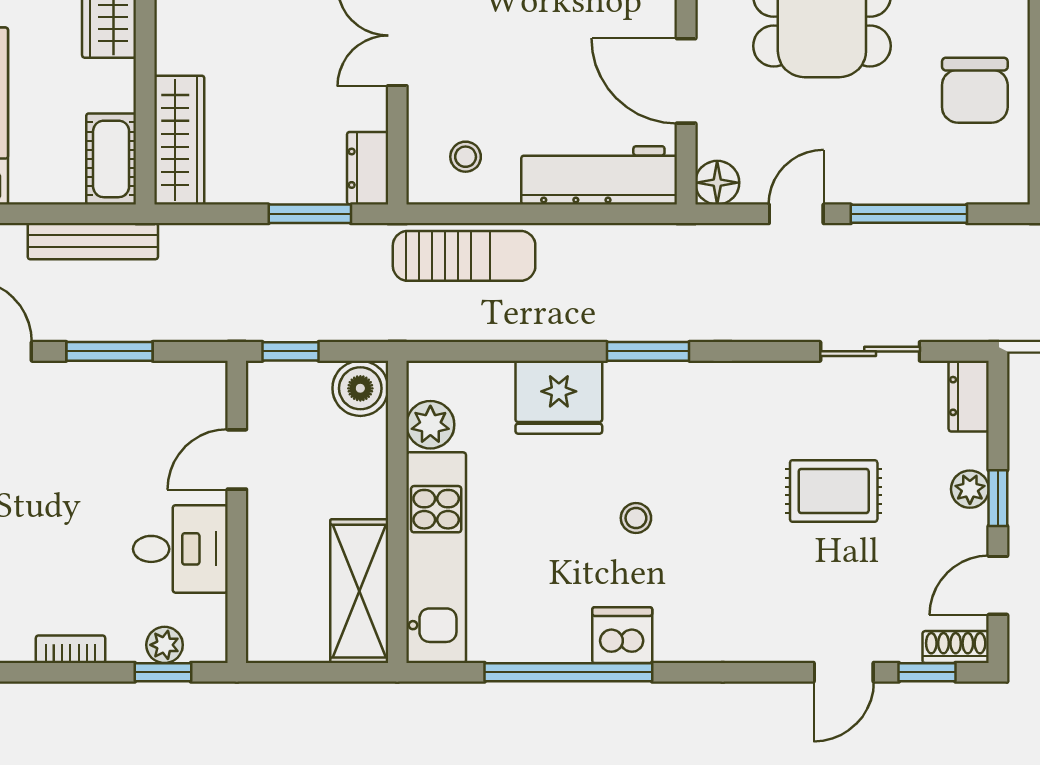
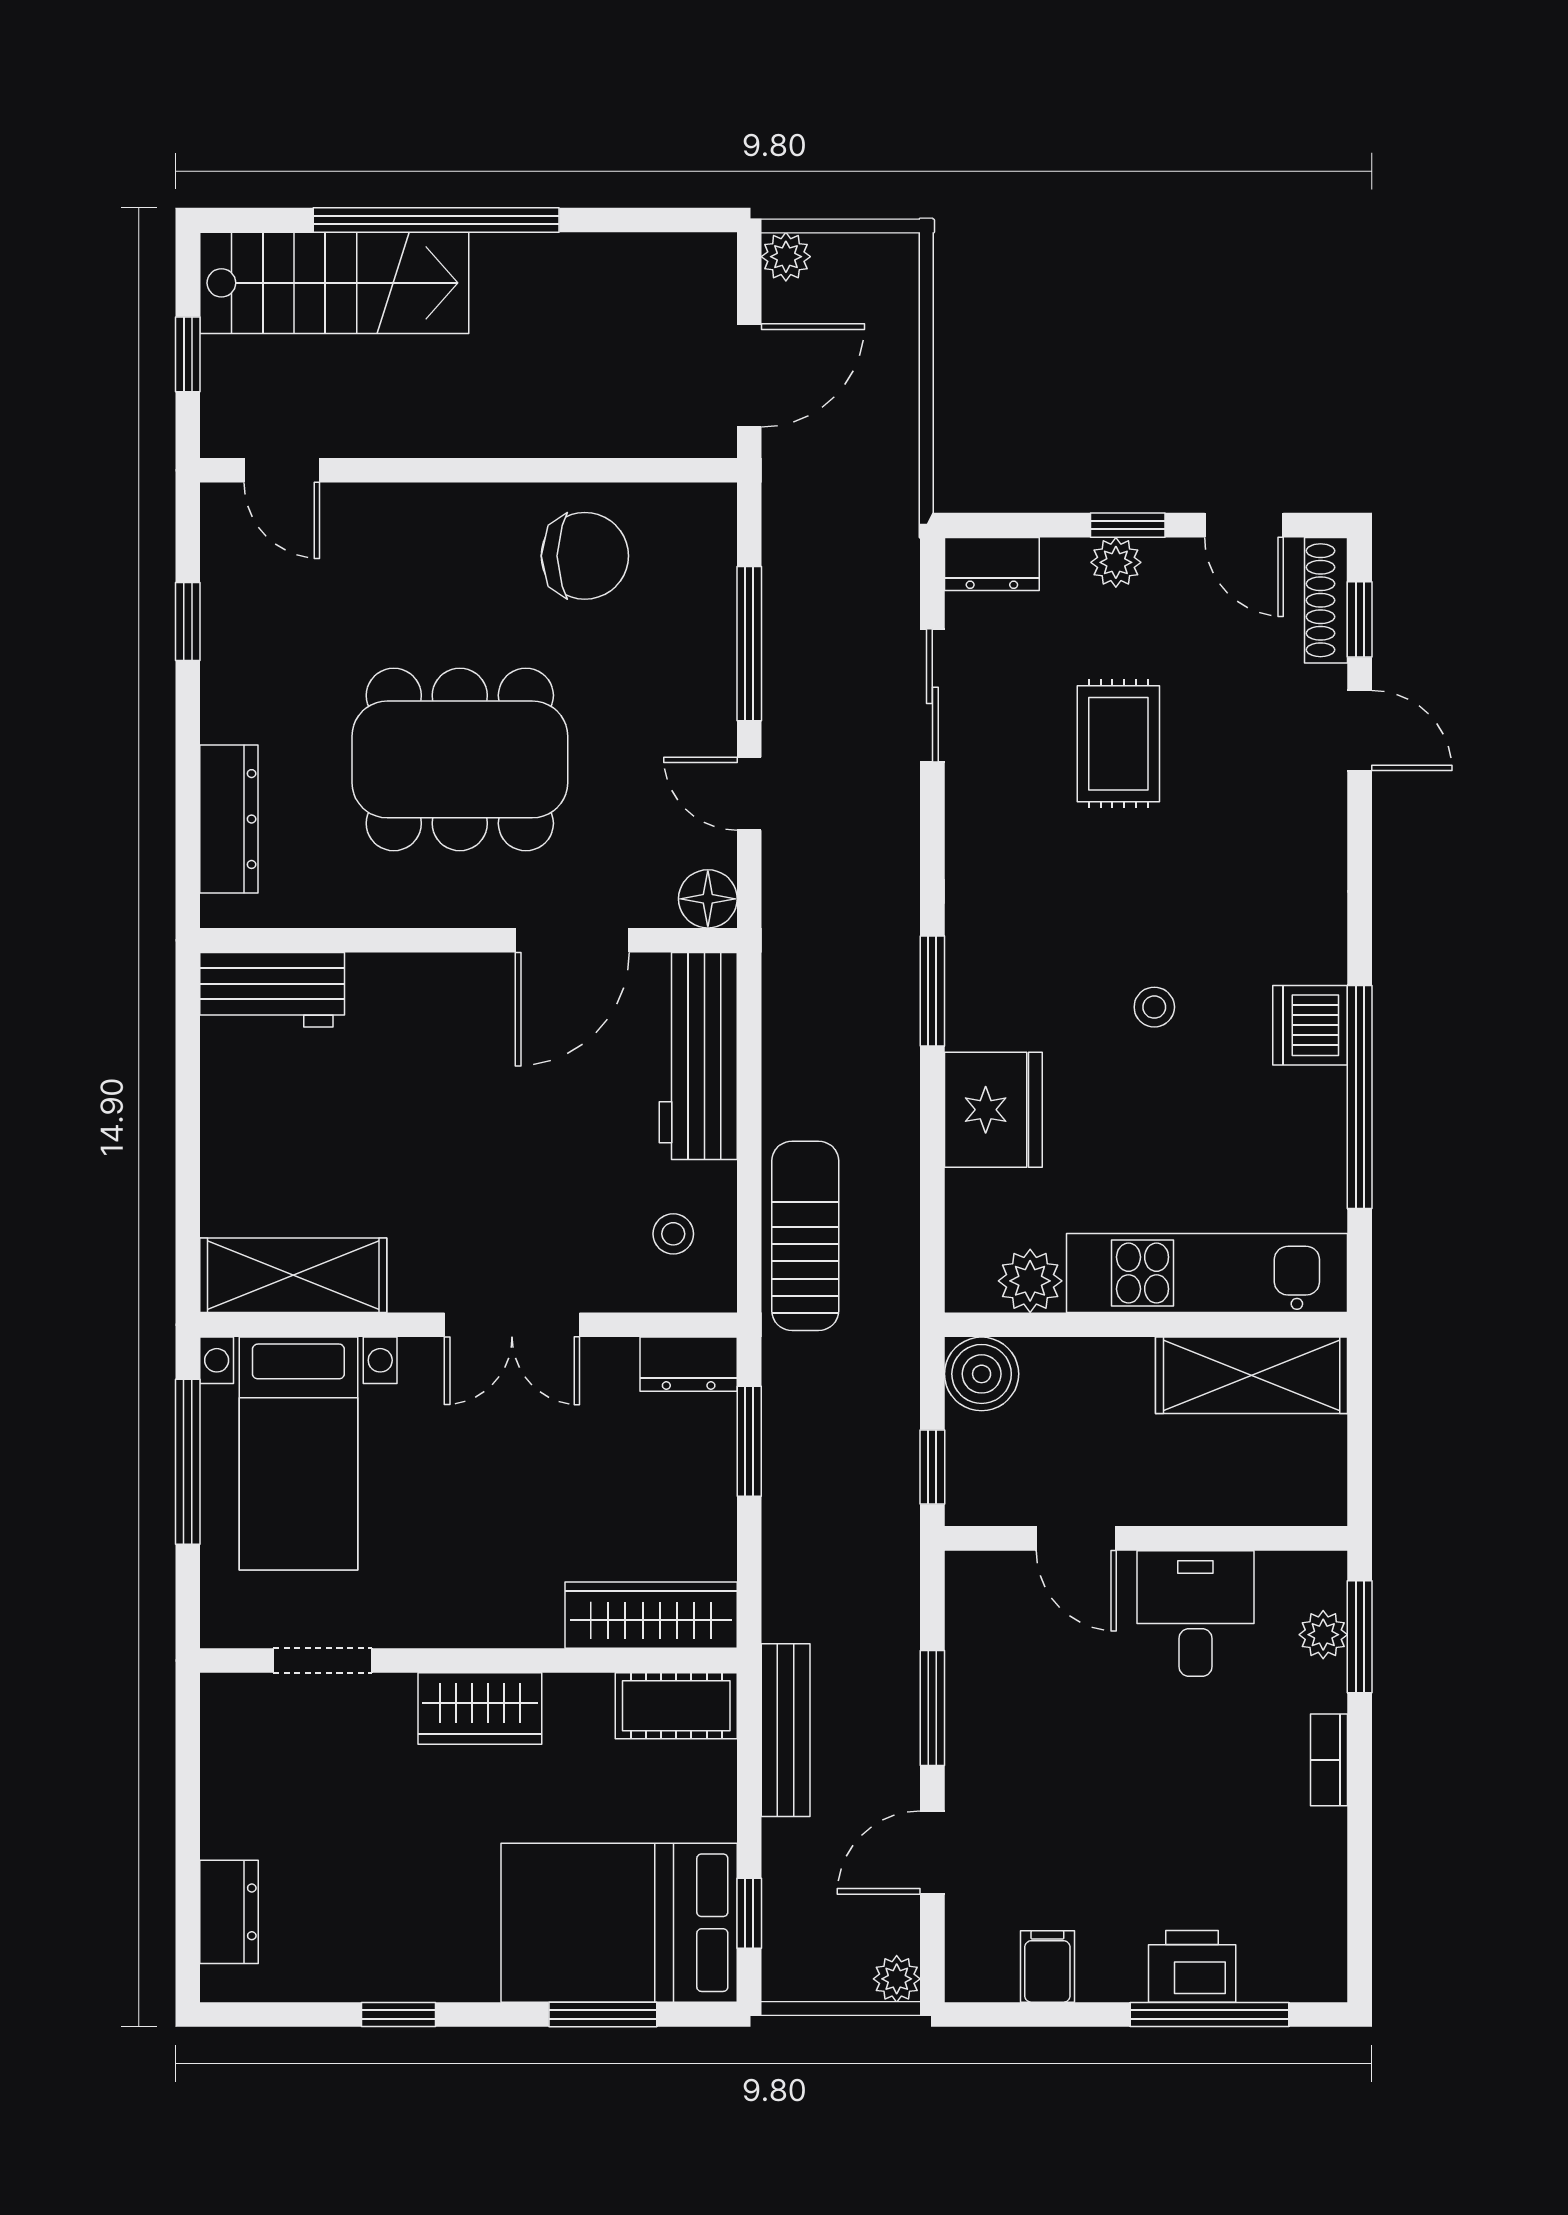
shoe rack: (956, 647) -> (1326, 600), width x1.43
window: (163, 672) -> (1360, 1637), width x1.50

